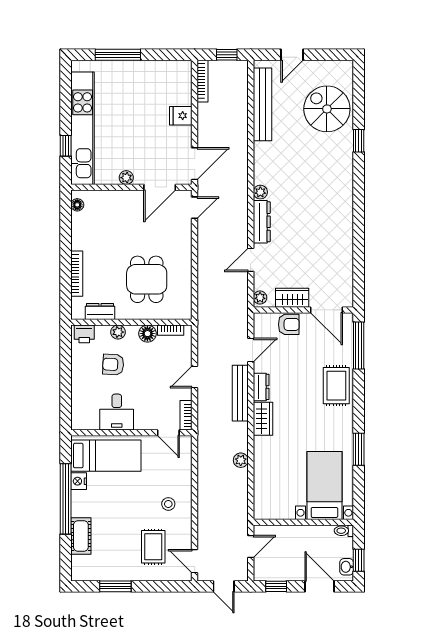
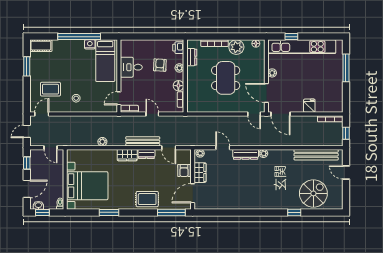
plant: (83, 237) -> (236, 47), added
dining table: (147, 279) -> (226, 78), moved, width x1.38
bed with nightstands: (324, 485) -> (87, 186), width x1.36
cot: (81, 536) -> (41, 46), moved

